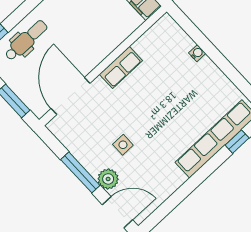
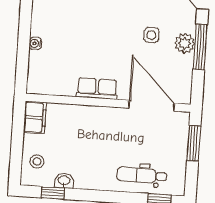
door: (71, 96) -> (152, 106), swing flipped
plant: (108, 179) -> (185, 43), moved

